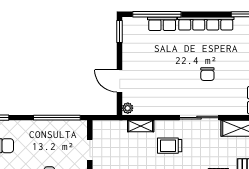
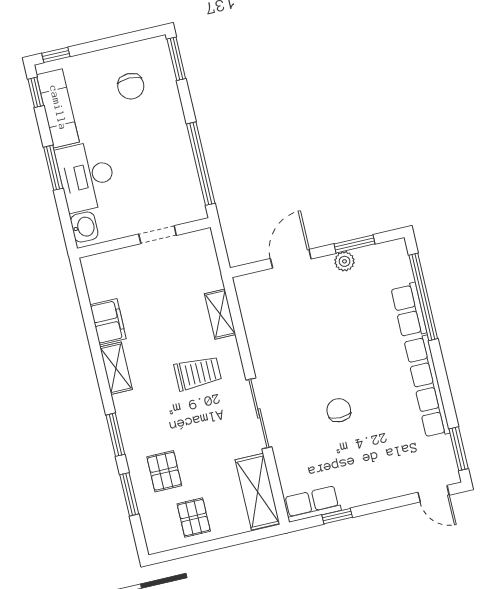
window: (120, 31) -> (354, 244), moved
chair: (207, 74) -> (339, 410), turned 90
plant: (128, 108) -> (344, 261), moved
trolley: (170, 146) -> (198, 373), turned 90

